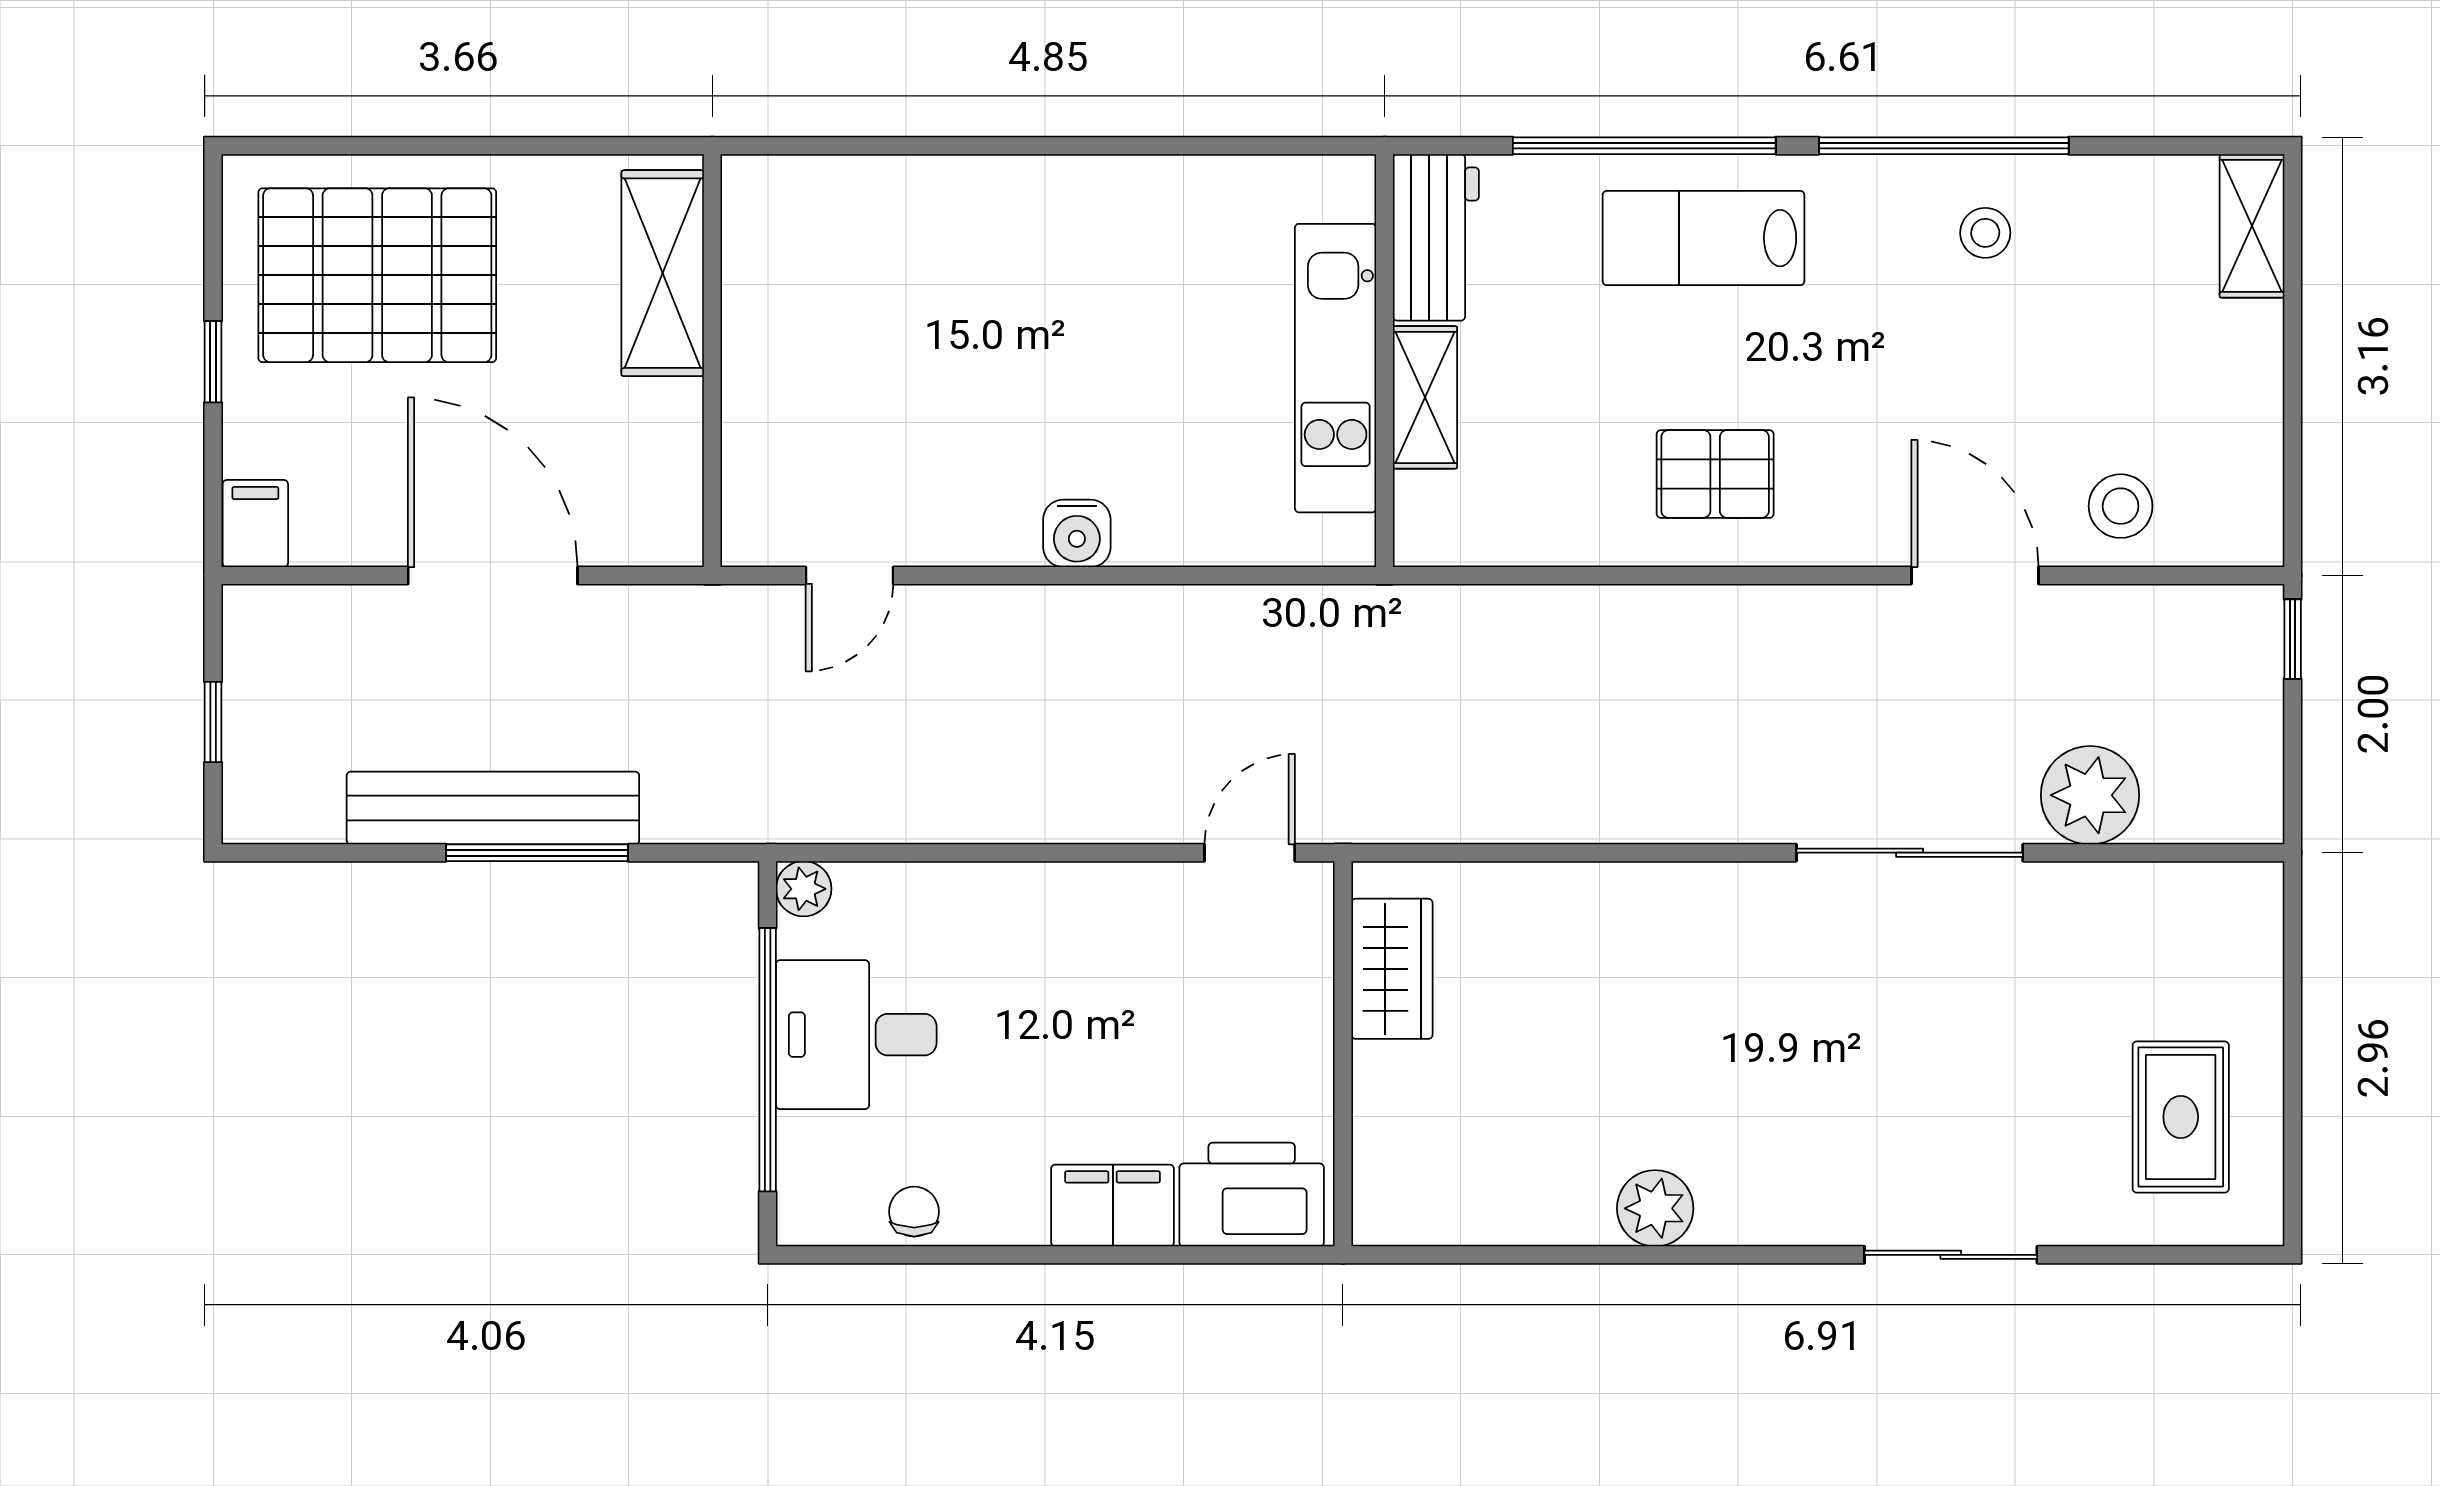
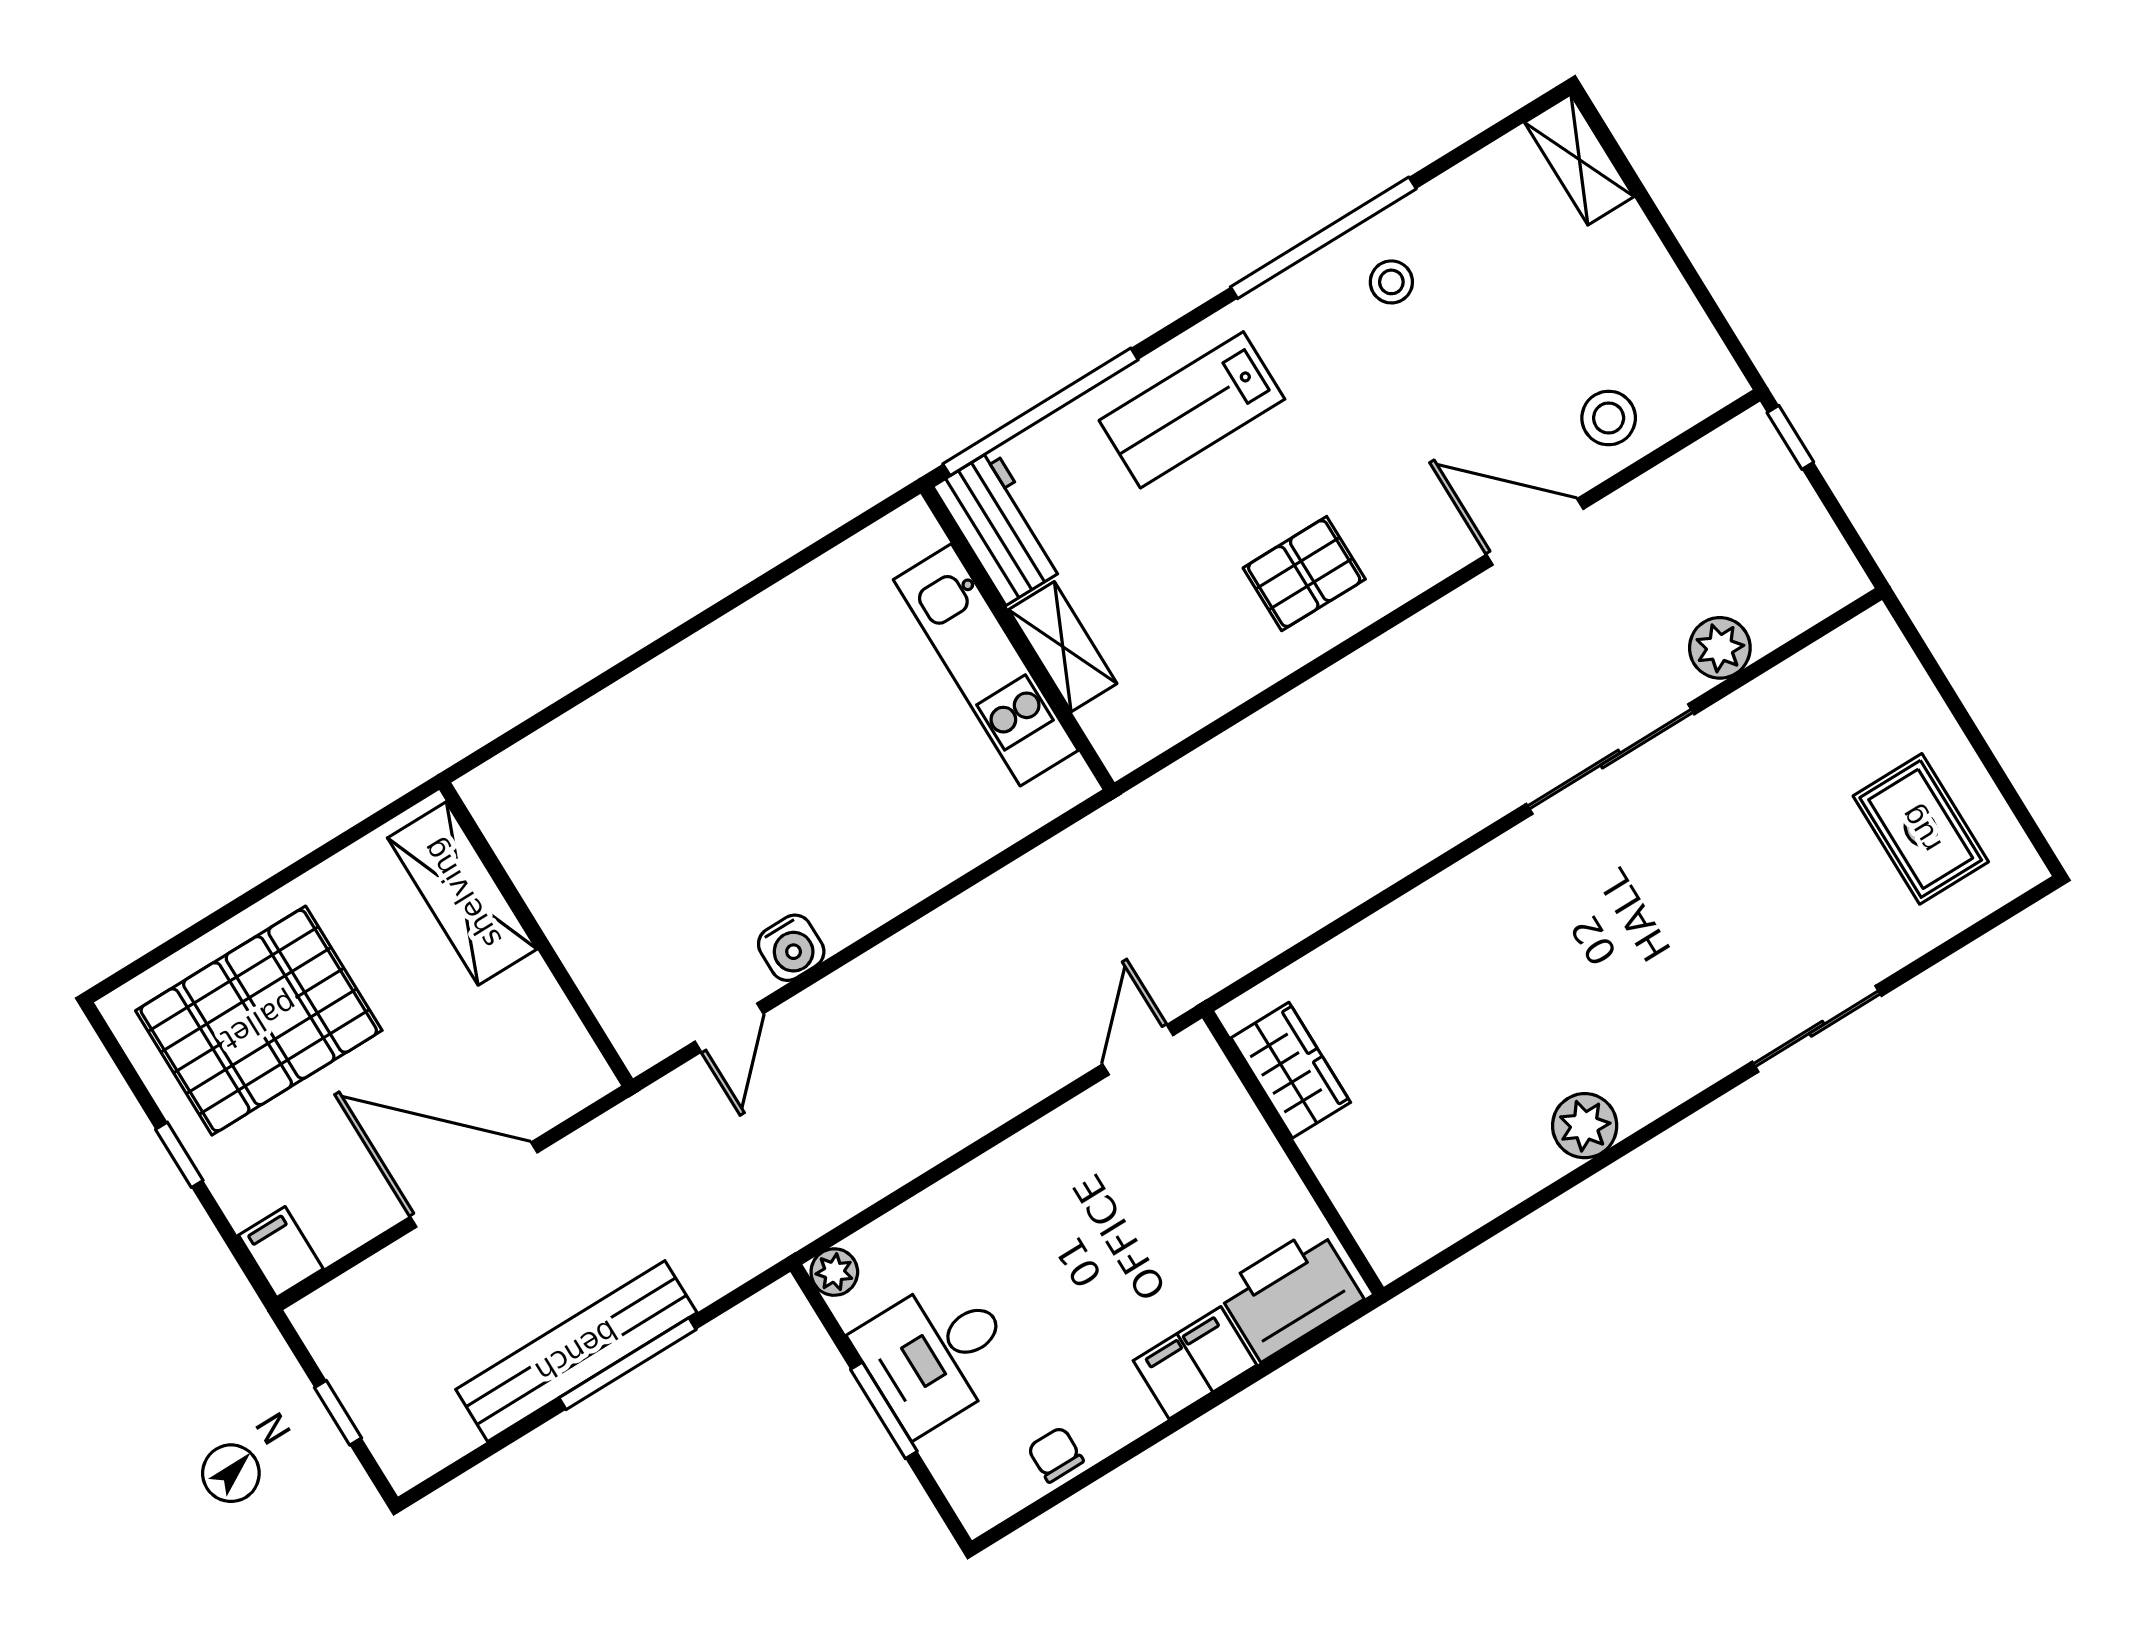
window: (1644, 146) -> (1040, 412), moved
water cooler: (1077, 533) -> (791, 948), moved
plant: (2090, 795) -> (1720, 648), width x0.73, depth x0.73
window: (768, 1060) -> (884, 1410), width x0.47

